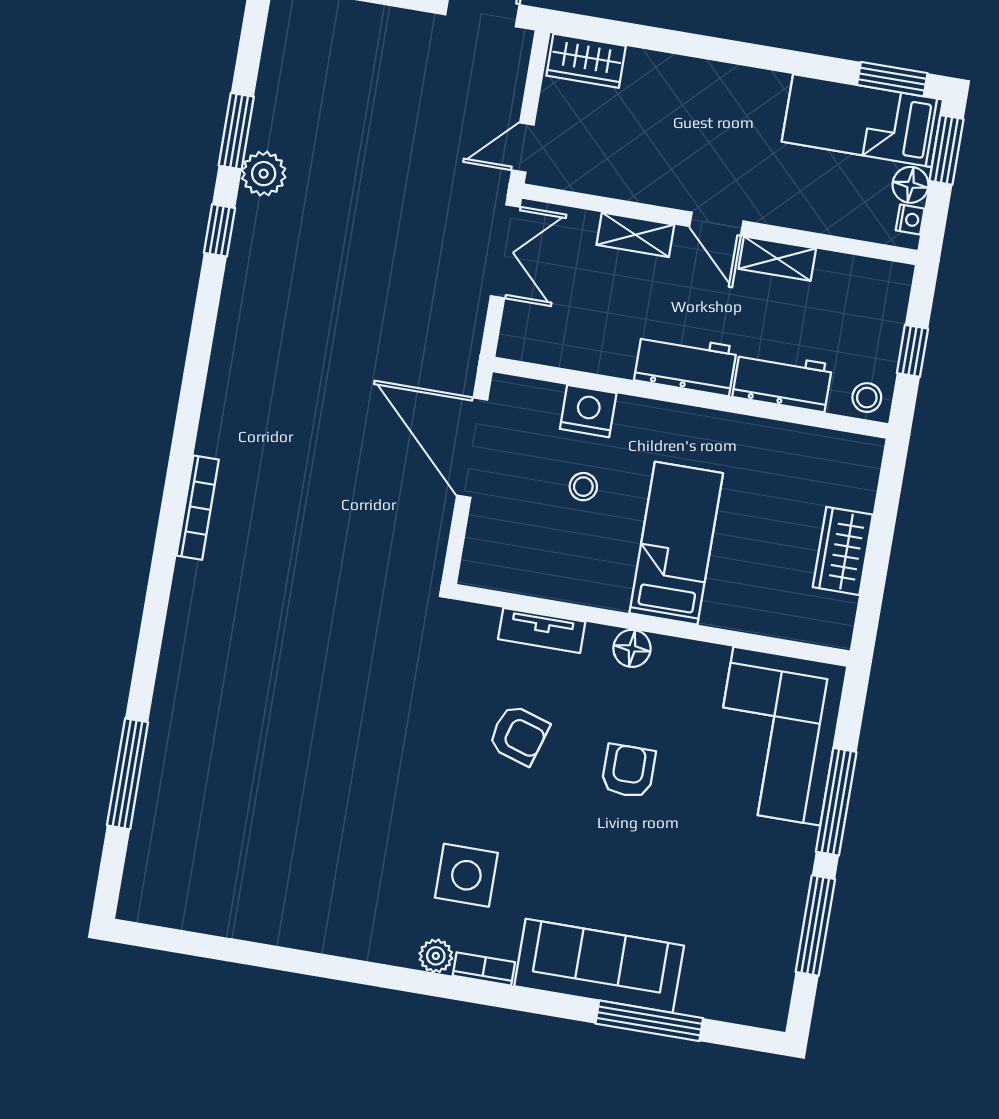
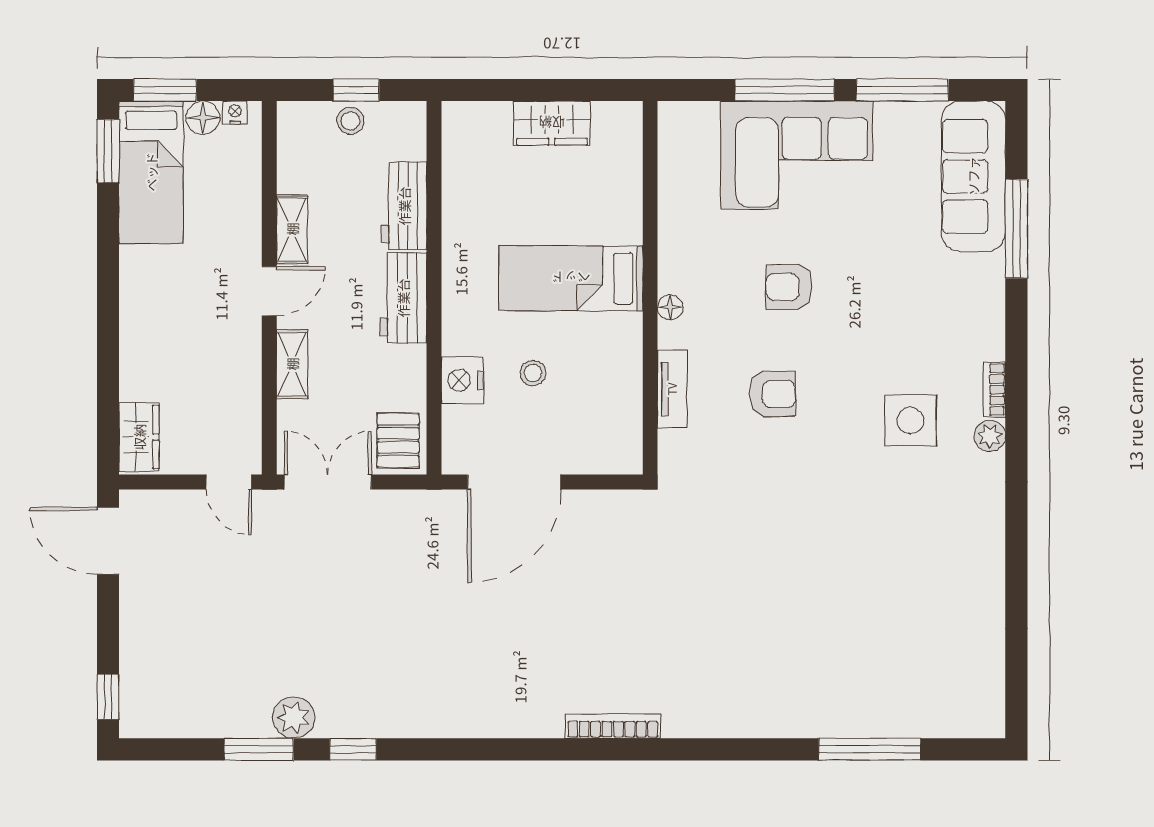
pallet: (537, 333) -> (398, 440), added
stool: (867, 398) -> (350, 121), moved
floor lamp: (632, 648) -> (670, 307), width x0.73, depth x0.73
armchair: (519, 735) -> (773, 394), turned 73
corner sofa: (777, 736) -> (797, 155), moved
sofa: (599, 966) -> (973, 176), moved

